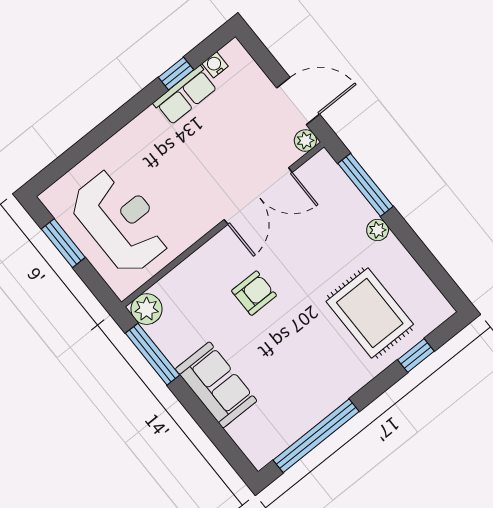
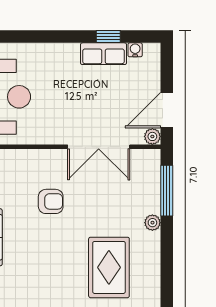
door: (298, 101) -> (167, 110), swing flipped

